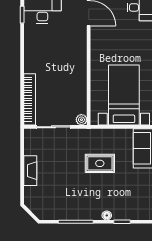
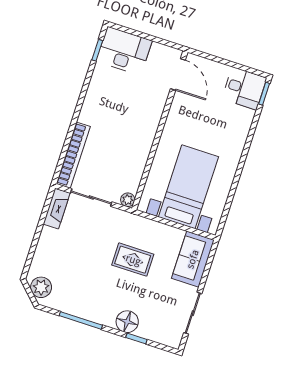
fireplace: (30, 171) -> (57, 209), moved
plant: (38, 207) -> (41, 287), added
floor lamp: (107, 215) -> (127, 322), width x1.89, depth x1.89

